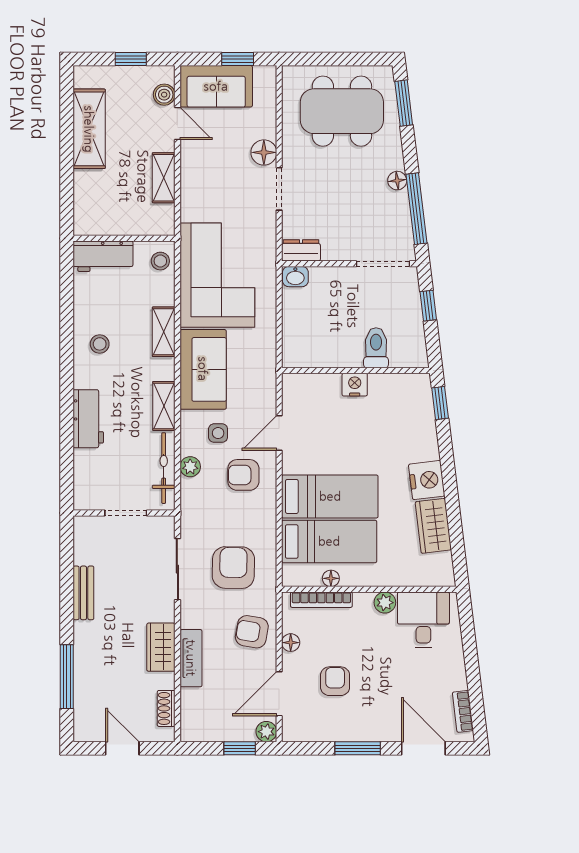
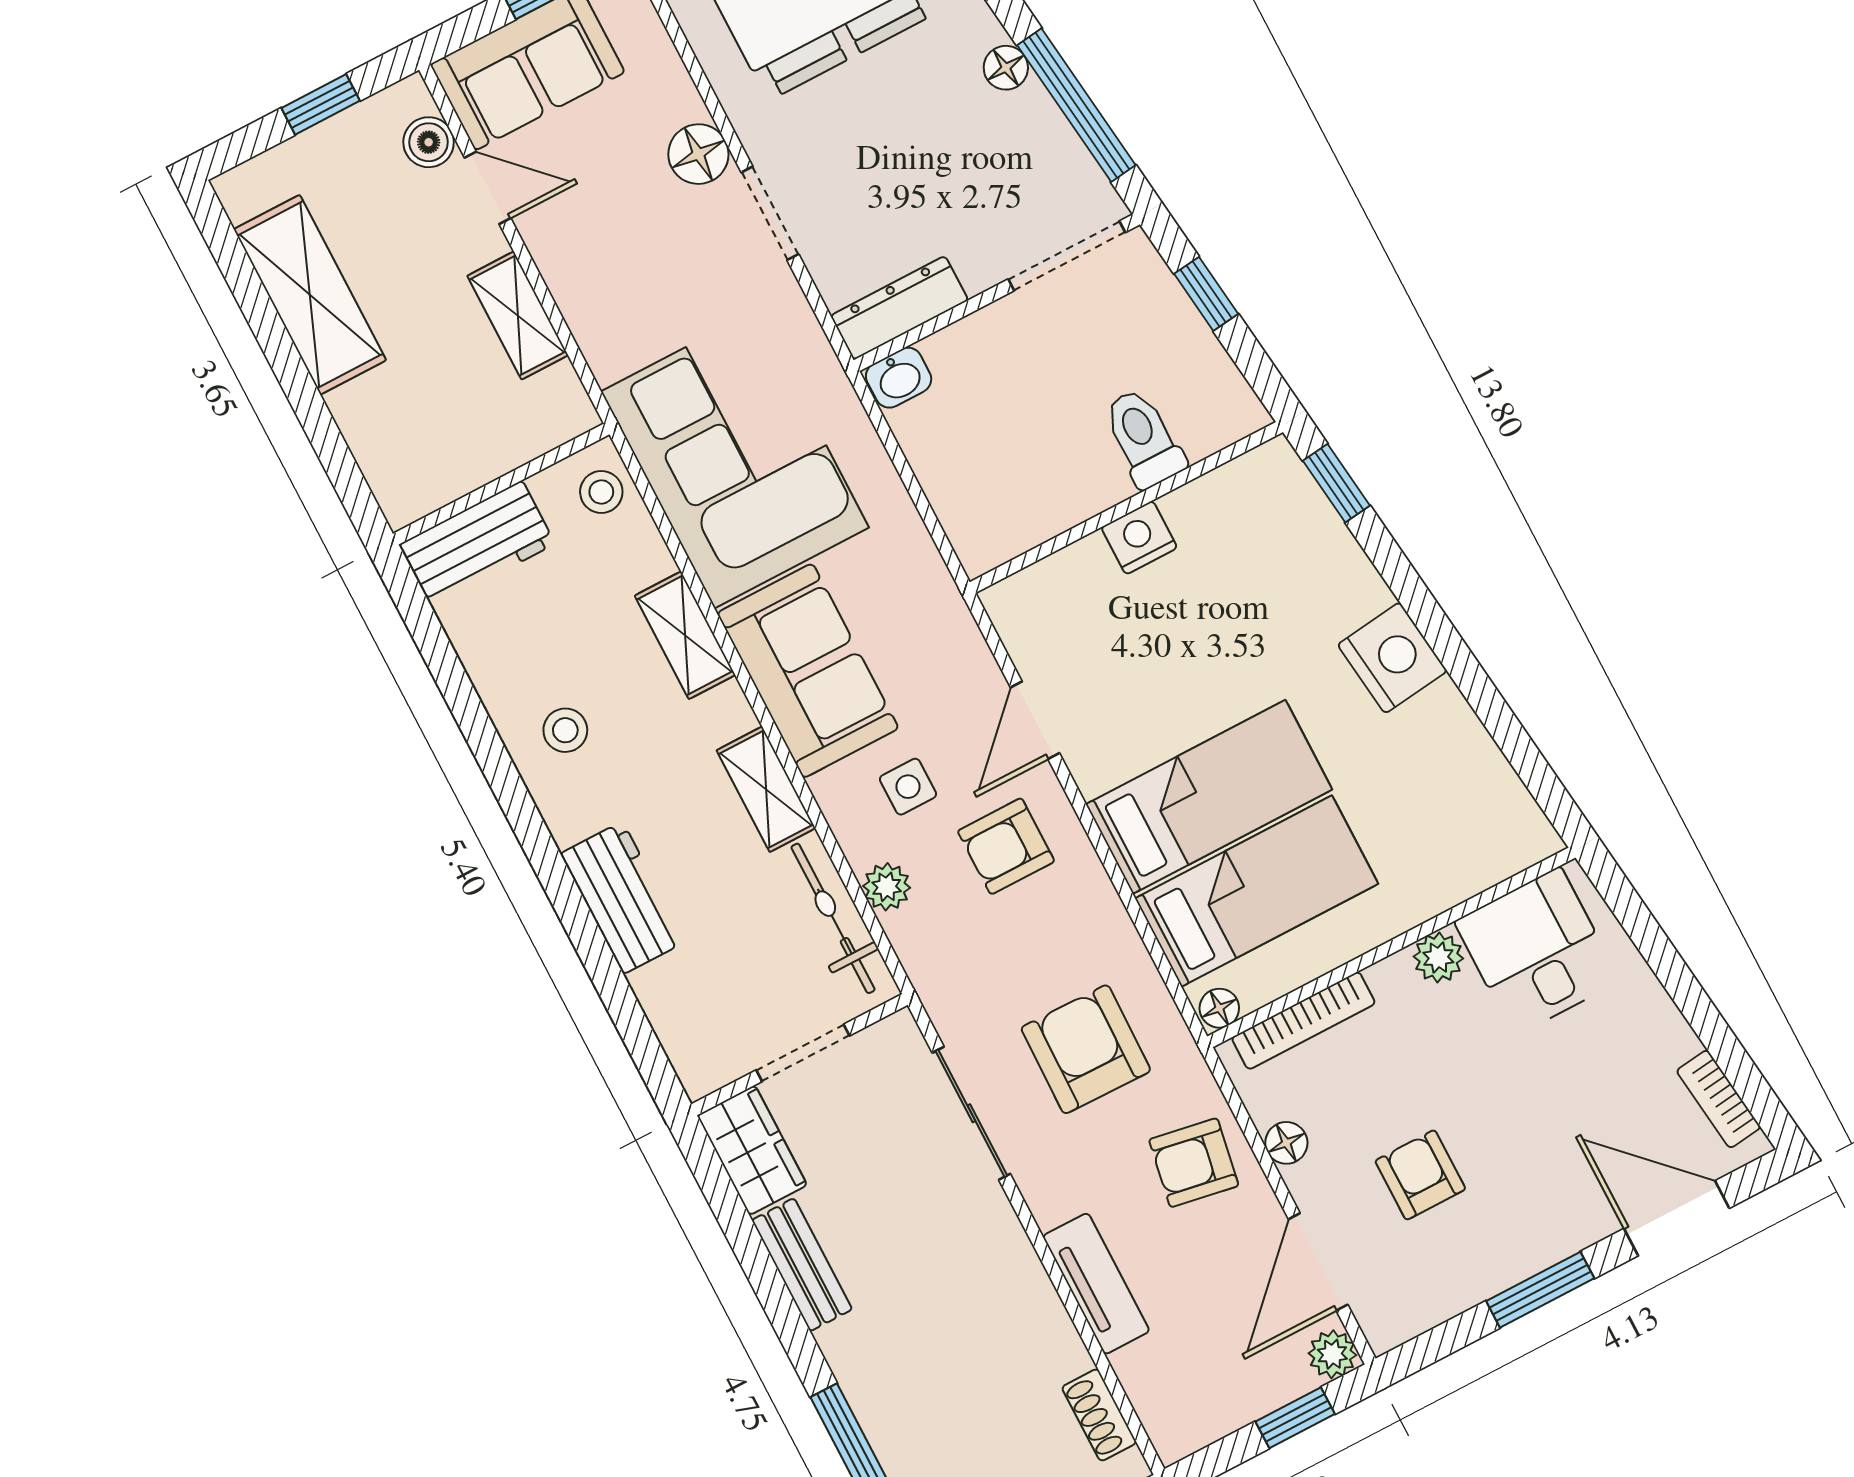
dresser: (301, 250) -> (899, 308), width x1.44
wardrobe: (433, 526) -> (1456, 746), removed
floor lamp: (331, 578) -> (1219, 1008), moved
wardrobe: (161, 647) -> (752, 1150), moved, turned 180

